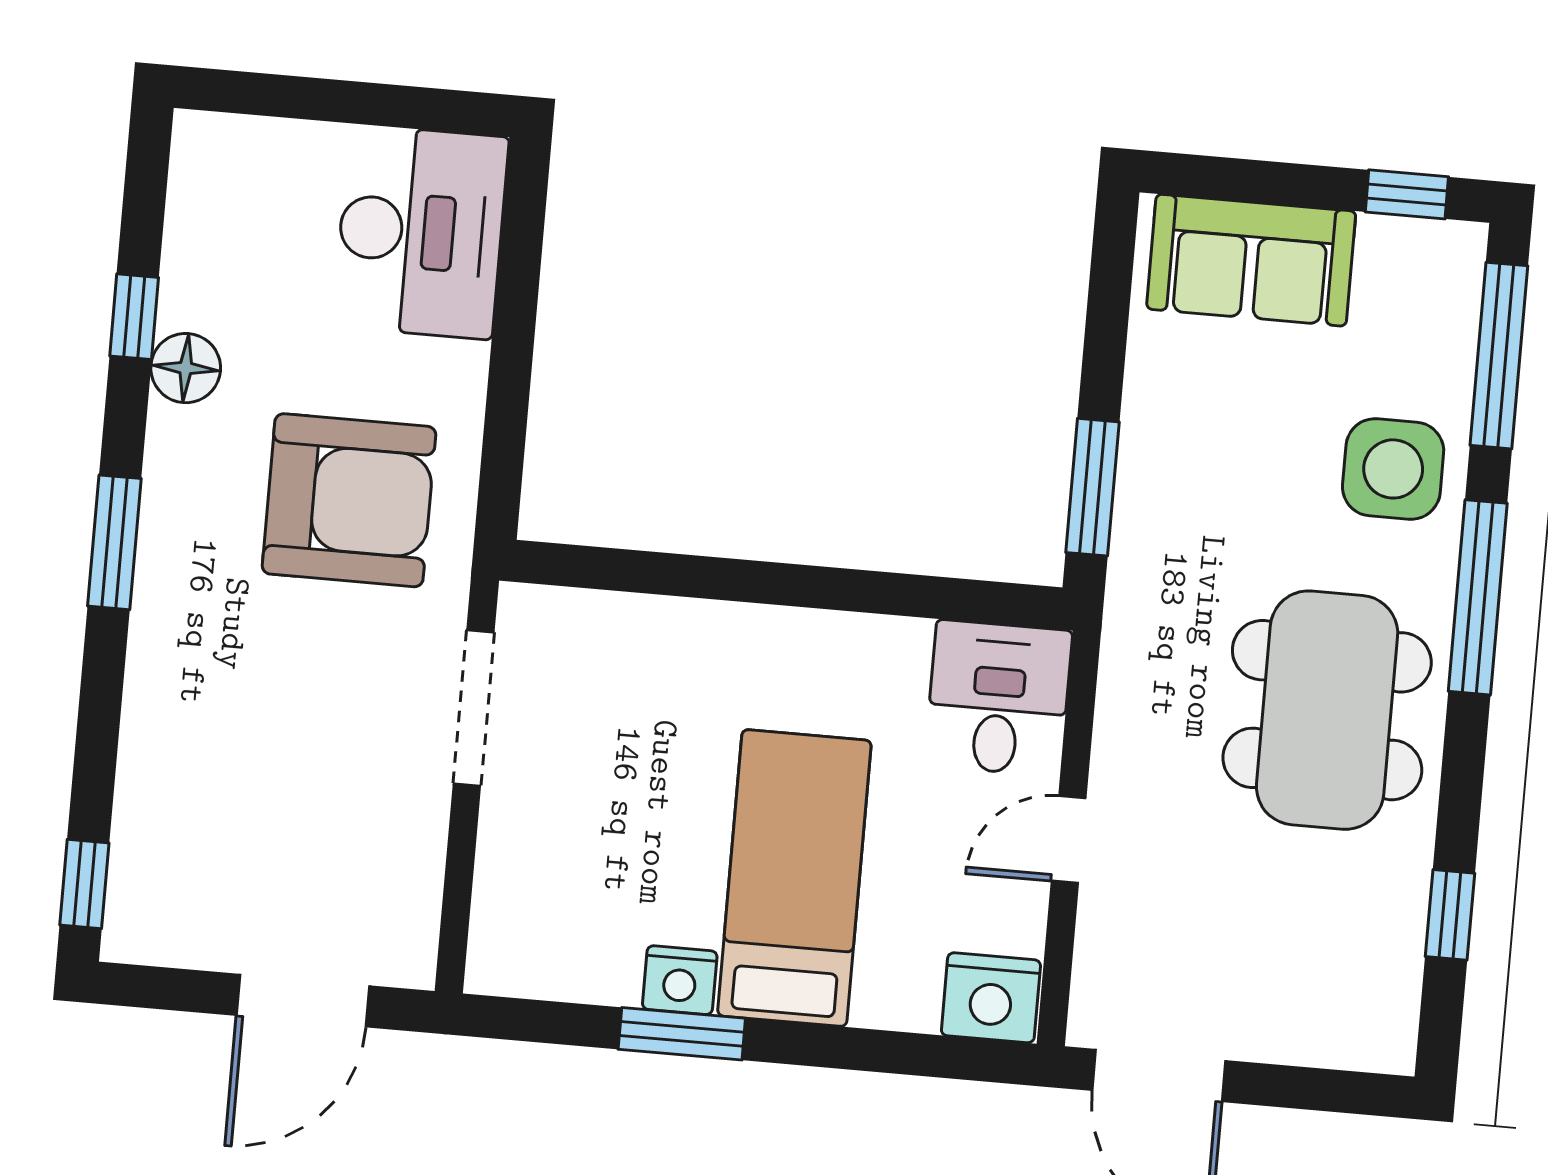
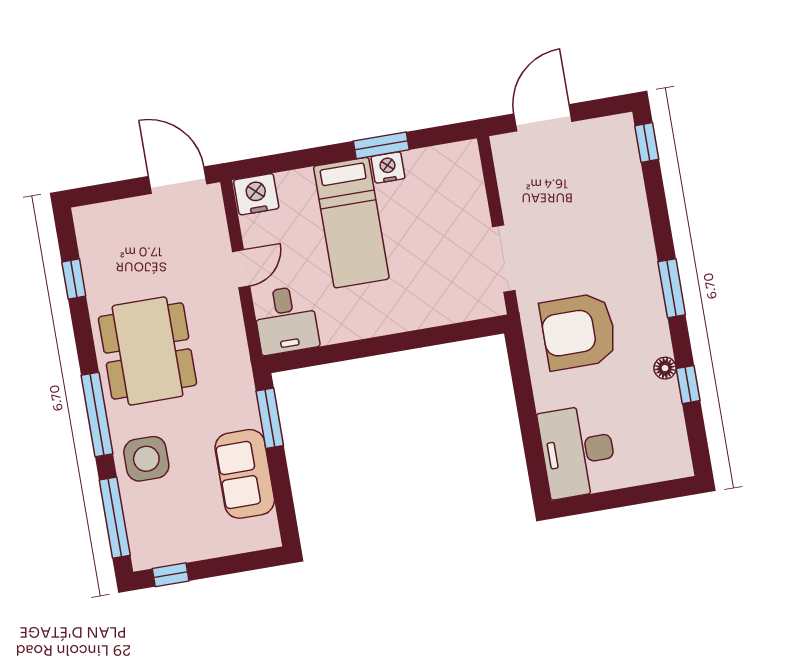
sofa: (1251, 260) -> (245, 474), moved, turned -90
floor lamp: (186, 368) -> (665, 368), width x0.73, depth x0.73

